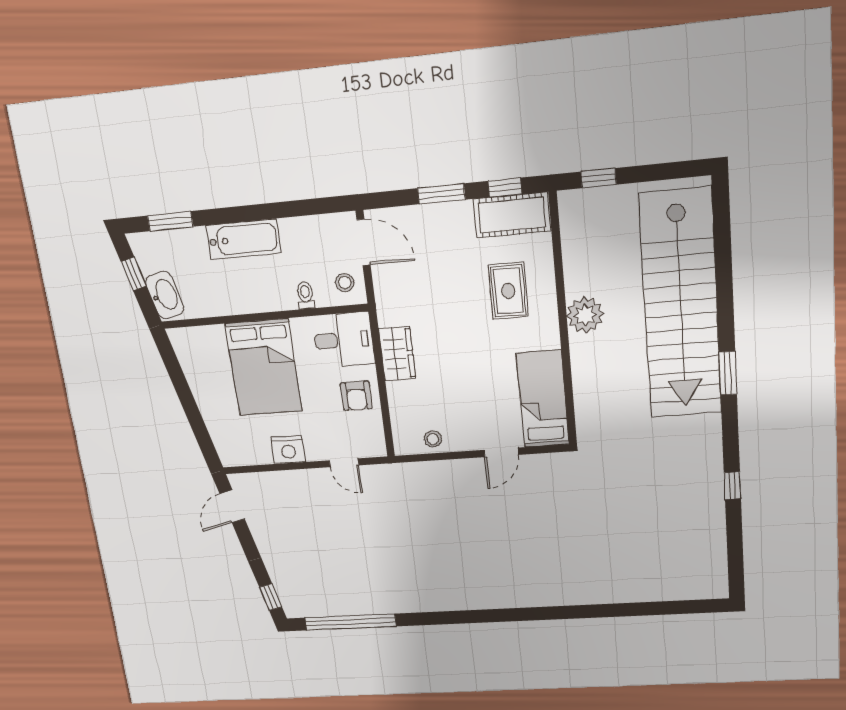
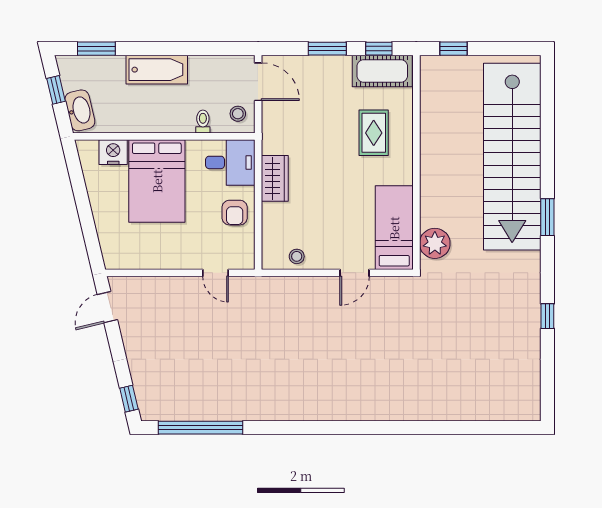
plant: (585, 315) -> (435, 243), moved
nightstand: (288, 449) -> (113, 152), moved, turned 180

